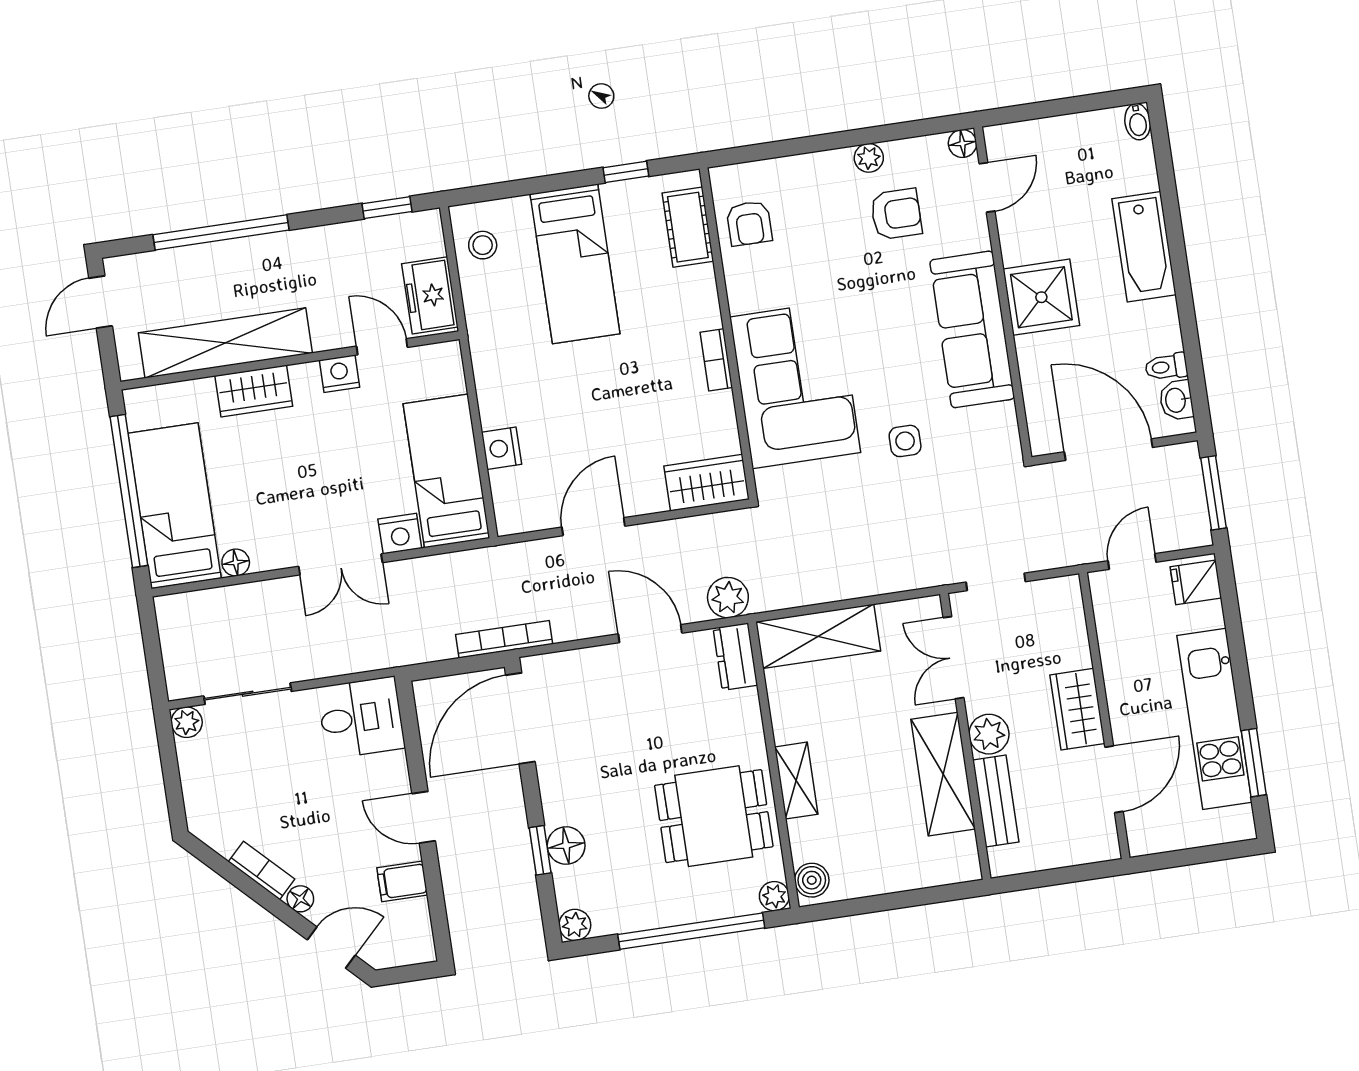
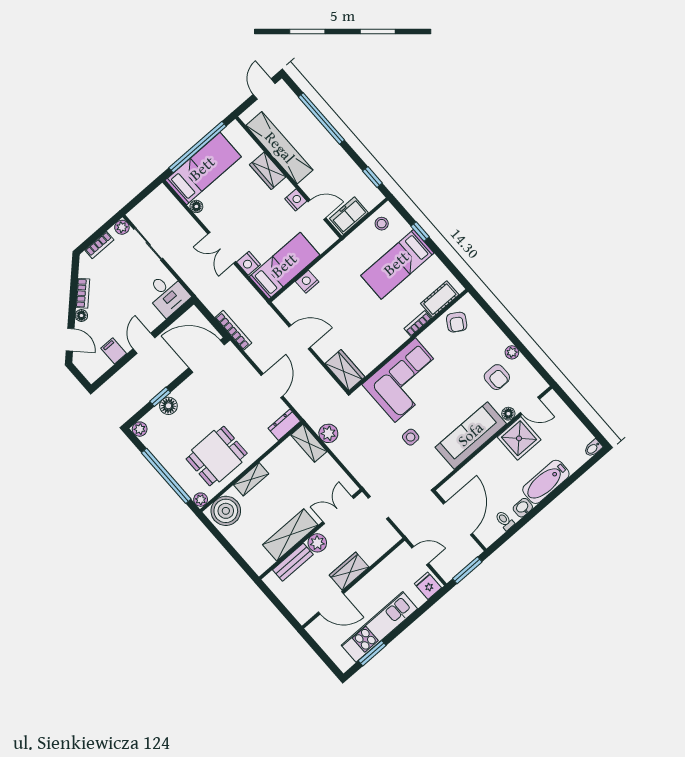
floor lamp: (962, 143) -> (508, 414), moved
window: (626, 172) -> (420, 232), moved
armchair: (749, 223) -> (457, 322), turned -58
shower: (1041, 297) -> (519, 438), moved
door: (101, 302) -> (264, 89), hinge flipped
door: (382, 347) -> (317, 210), hinge flipped
bookcase: (716, 360) -> (418, 323), moved
washbasin: (1176, 400) -> (523, 508), moved
plant: (728, 598) -> (328, 433), moved
shelving: (818, 636) -> (309, 443), width x0.67, depth x0.75
bookcase: (193, 784) -> (99, 245), added
dining table: (714, 816) -> (217, 456), turned 90
boiler: (812, 880) -> (226, 511), width x1.86, depth x1.86

